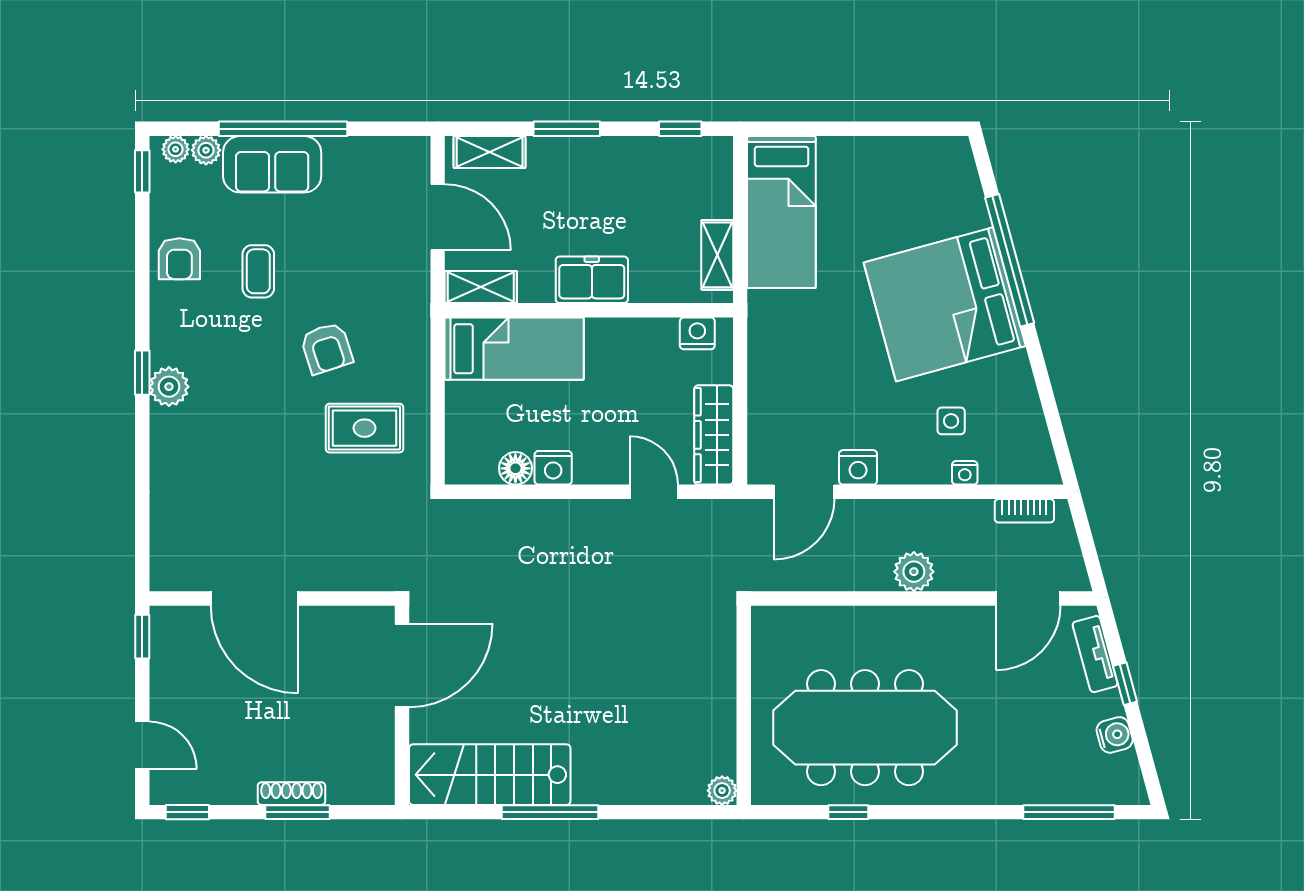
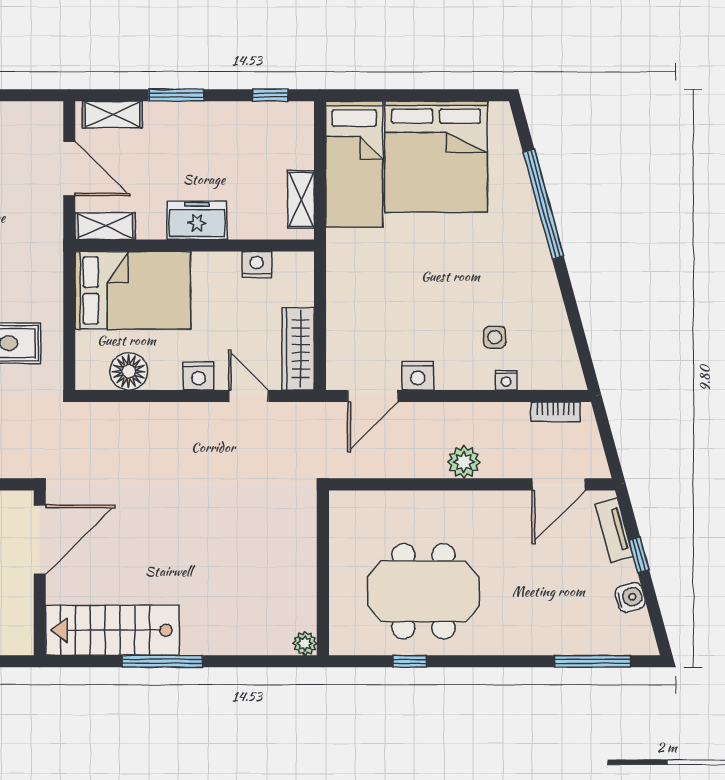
bed: (945, 304) -> (436, 157), moved, turned -75
nightstand: (697, 333) -> (257, 265), moved
bed: (514, 349) -> (133, 290), width x1.50
floor lamp: (515, 468) -> (129, 371), width x1.38, depth x1.38
nightstand: (553, 468) -> (199, 376), moved
meeting table: (865, 728) -> (423, 591), width x0.73

